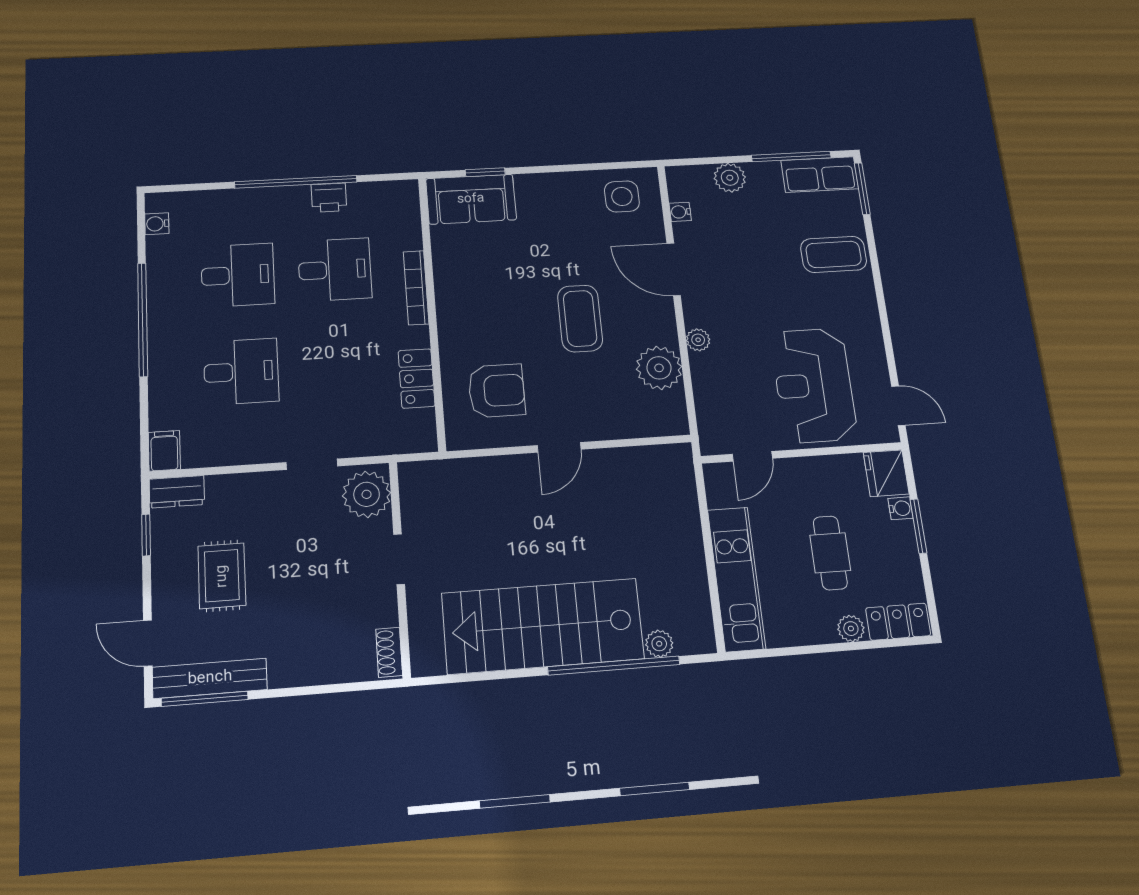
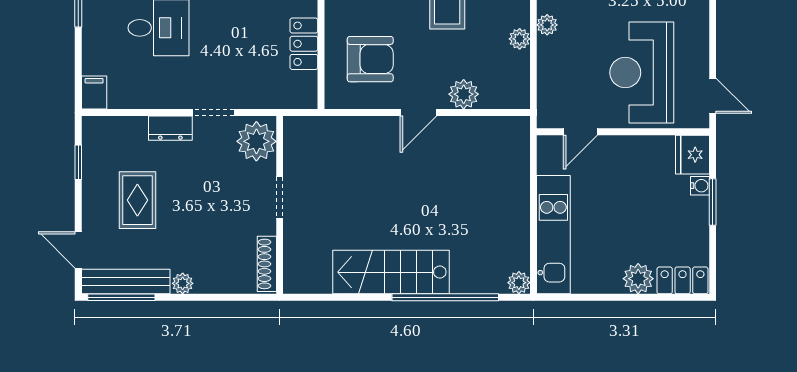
plant: (659, 368) -> (520, 39), width x0.53, depth x0.53
plant: (610, 423) -> (464, 94), added
dresser: (177, 492) -> (170, 128), moved
cafe table: (830, 553) -> (635, 219), removed
stairs: (543, 626) -> (391, 272), width x0.73, depth x0.66
plant: (851, 629) -> (638, 279), width x1.38, depth x1.38
plant: (659, 644) -> (519, 283), moved
shoe rack: (389, 652) -> (267, 264), width x1.43
plant: (283, 675) -> (183, 283), added

